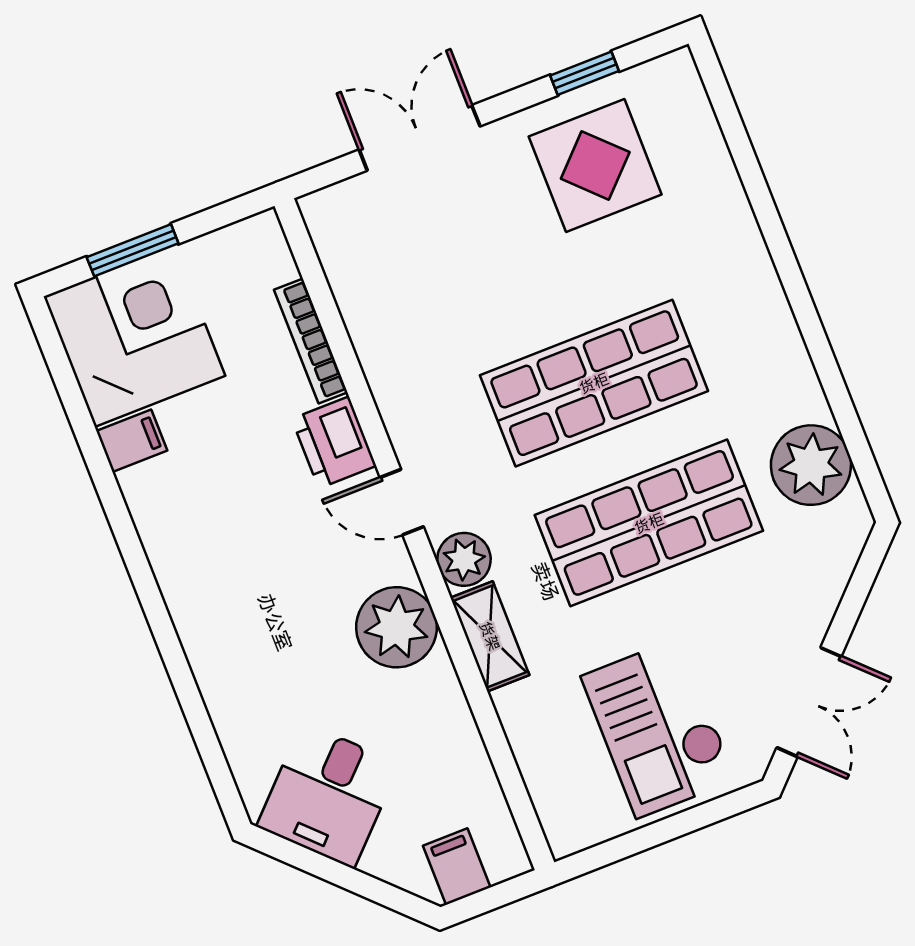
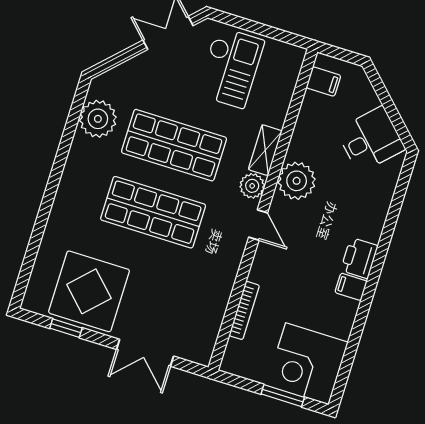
display table: (595, 165) -> (89, 291), width x1.36, depth x1.36
filing cabinet: (132, 441) -> (351, 287), moved
printer: (334, 442) -> (359, 258), moved, turned 180
filing cabinet: (457, 867) -> (323, 82), moved, turned -90

